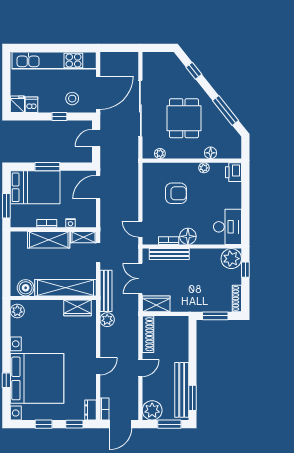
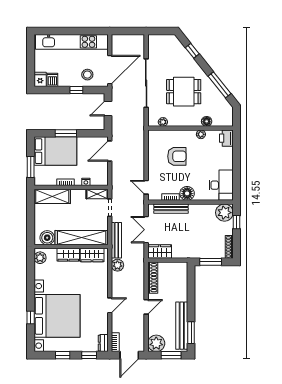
dining table: (184, 118) -> (184, 92), turned 90
shelving: (49, 240) -> (52, 196), moved
wardrobe: (50, 307) -> (68, 255), added

